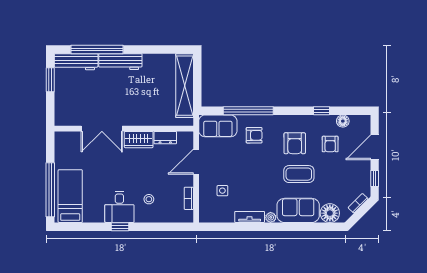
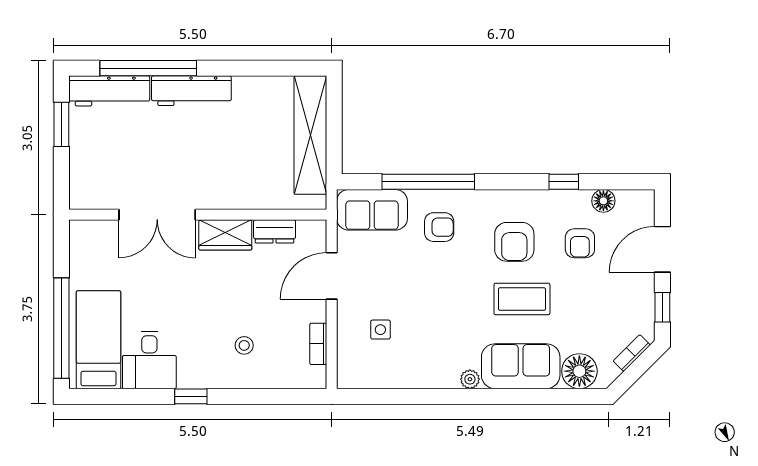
desk: (119, 207) -> (149, 360), moved
tv unit: (250, 217) -> (431, 378), removed

